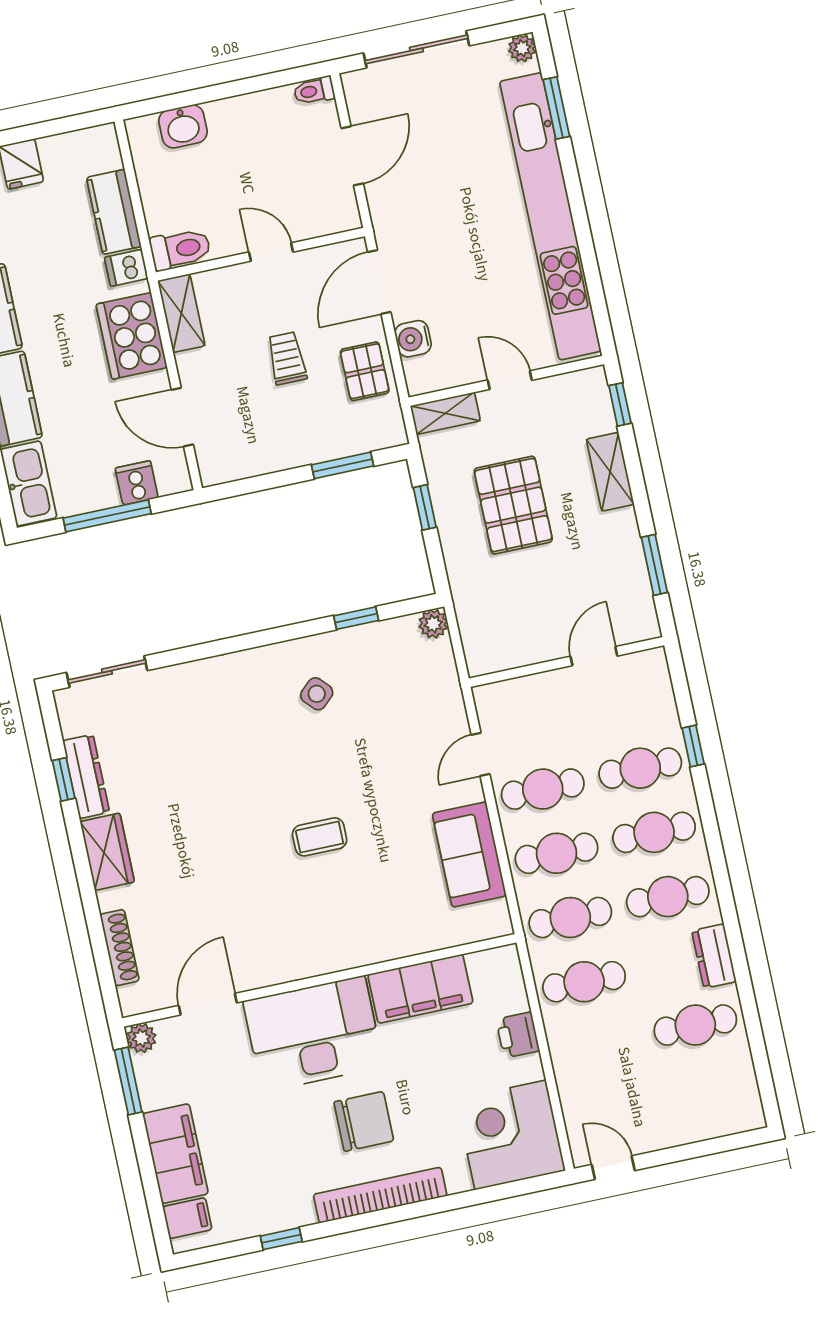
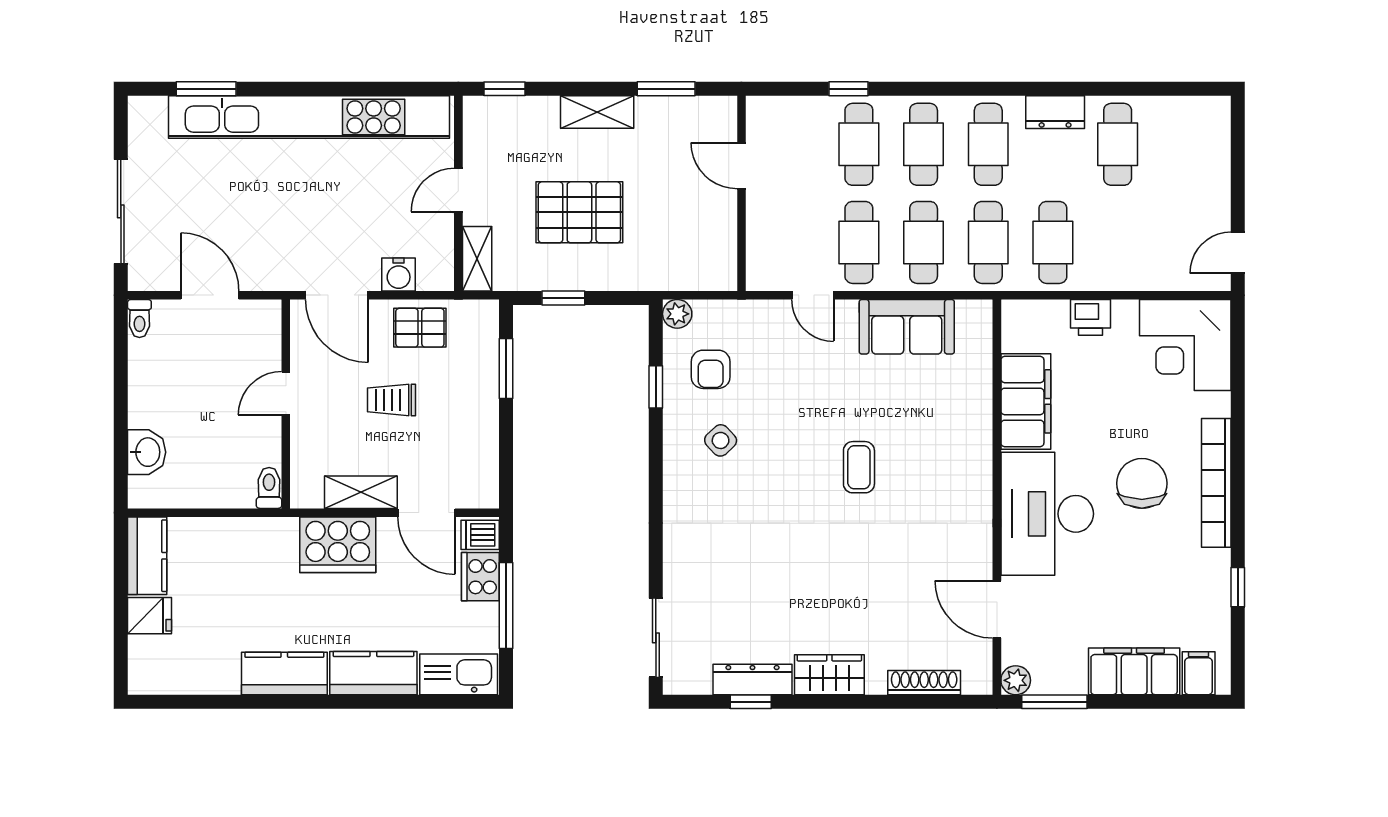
plant: (522, 48) -> (141, 109), removed
kitchen counter: (114, 212) -> (147, 556), moved, turned -90
toilet: (180, 249) -> (269, 488), width x0.73, depth x0.72
dishwasher: (126, 268) -> (480, 535), moved, turned 90
shelving: (181, 313) -> (361, 492), moved
door: (182, 417) -> (426, 513), hinge flipped
shelving: (610, 472) -> (597, 112), moved
cooker: (137, 483) -> (480, 577), width x1.36
armchair: (385, 669) -> (711, 369), added

